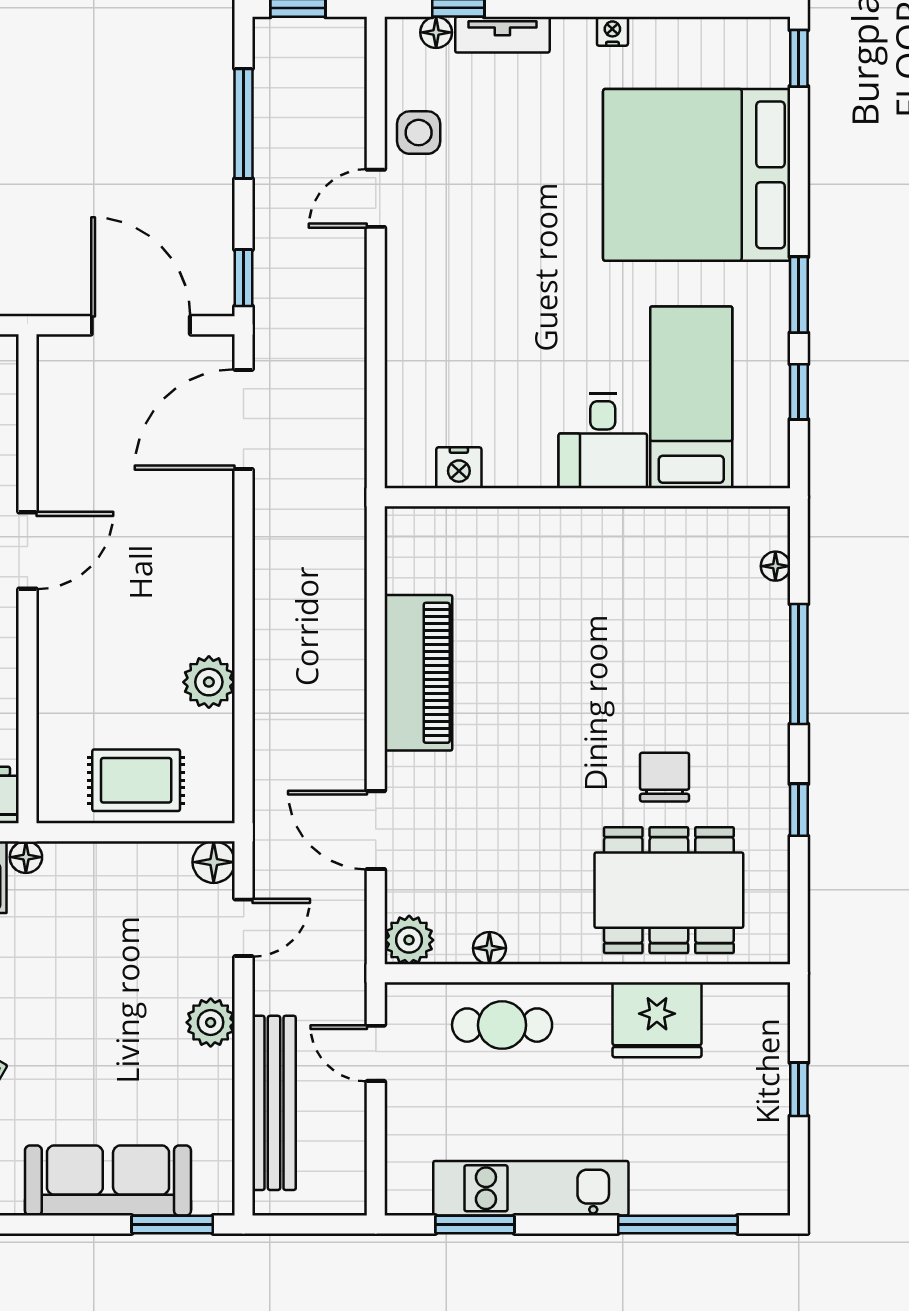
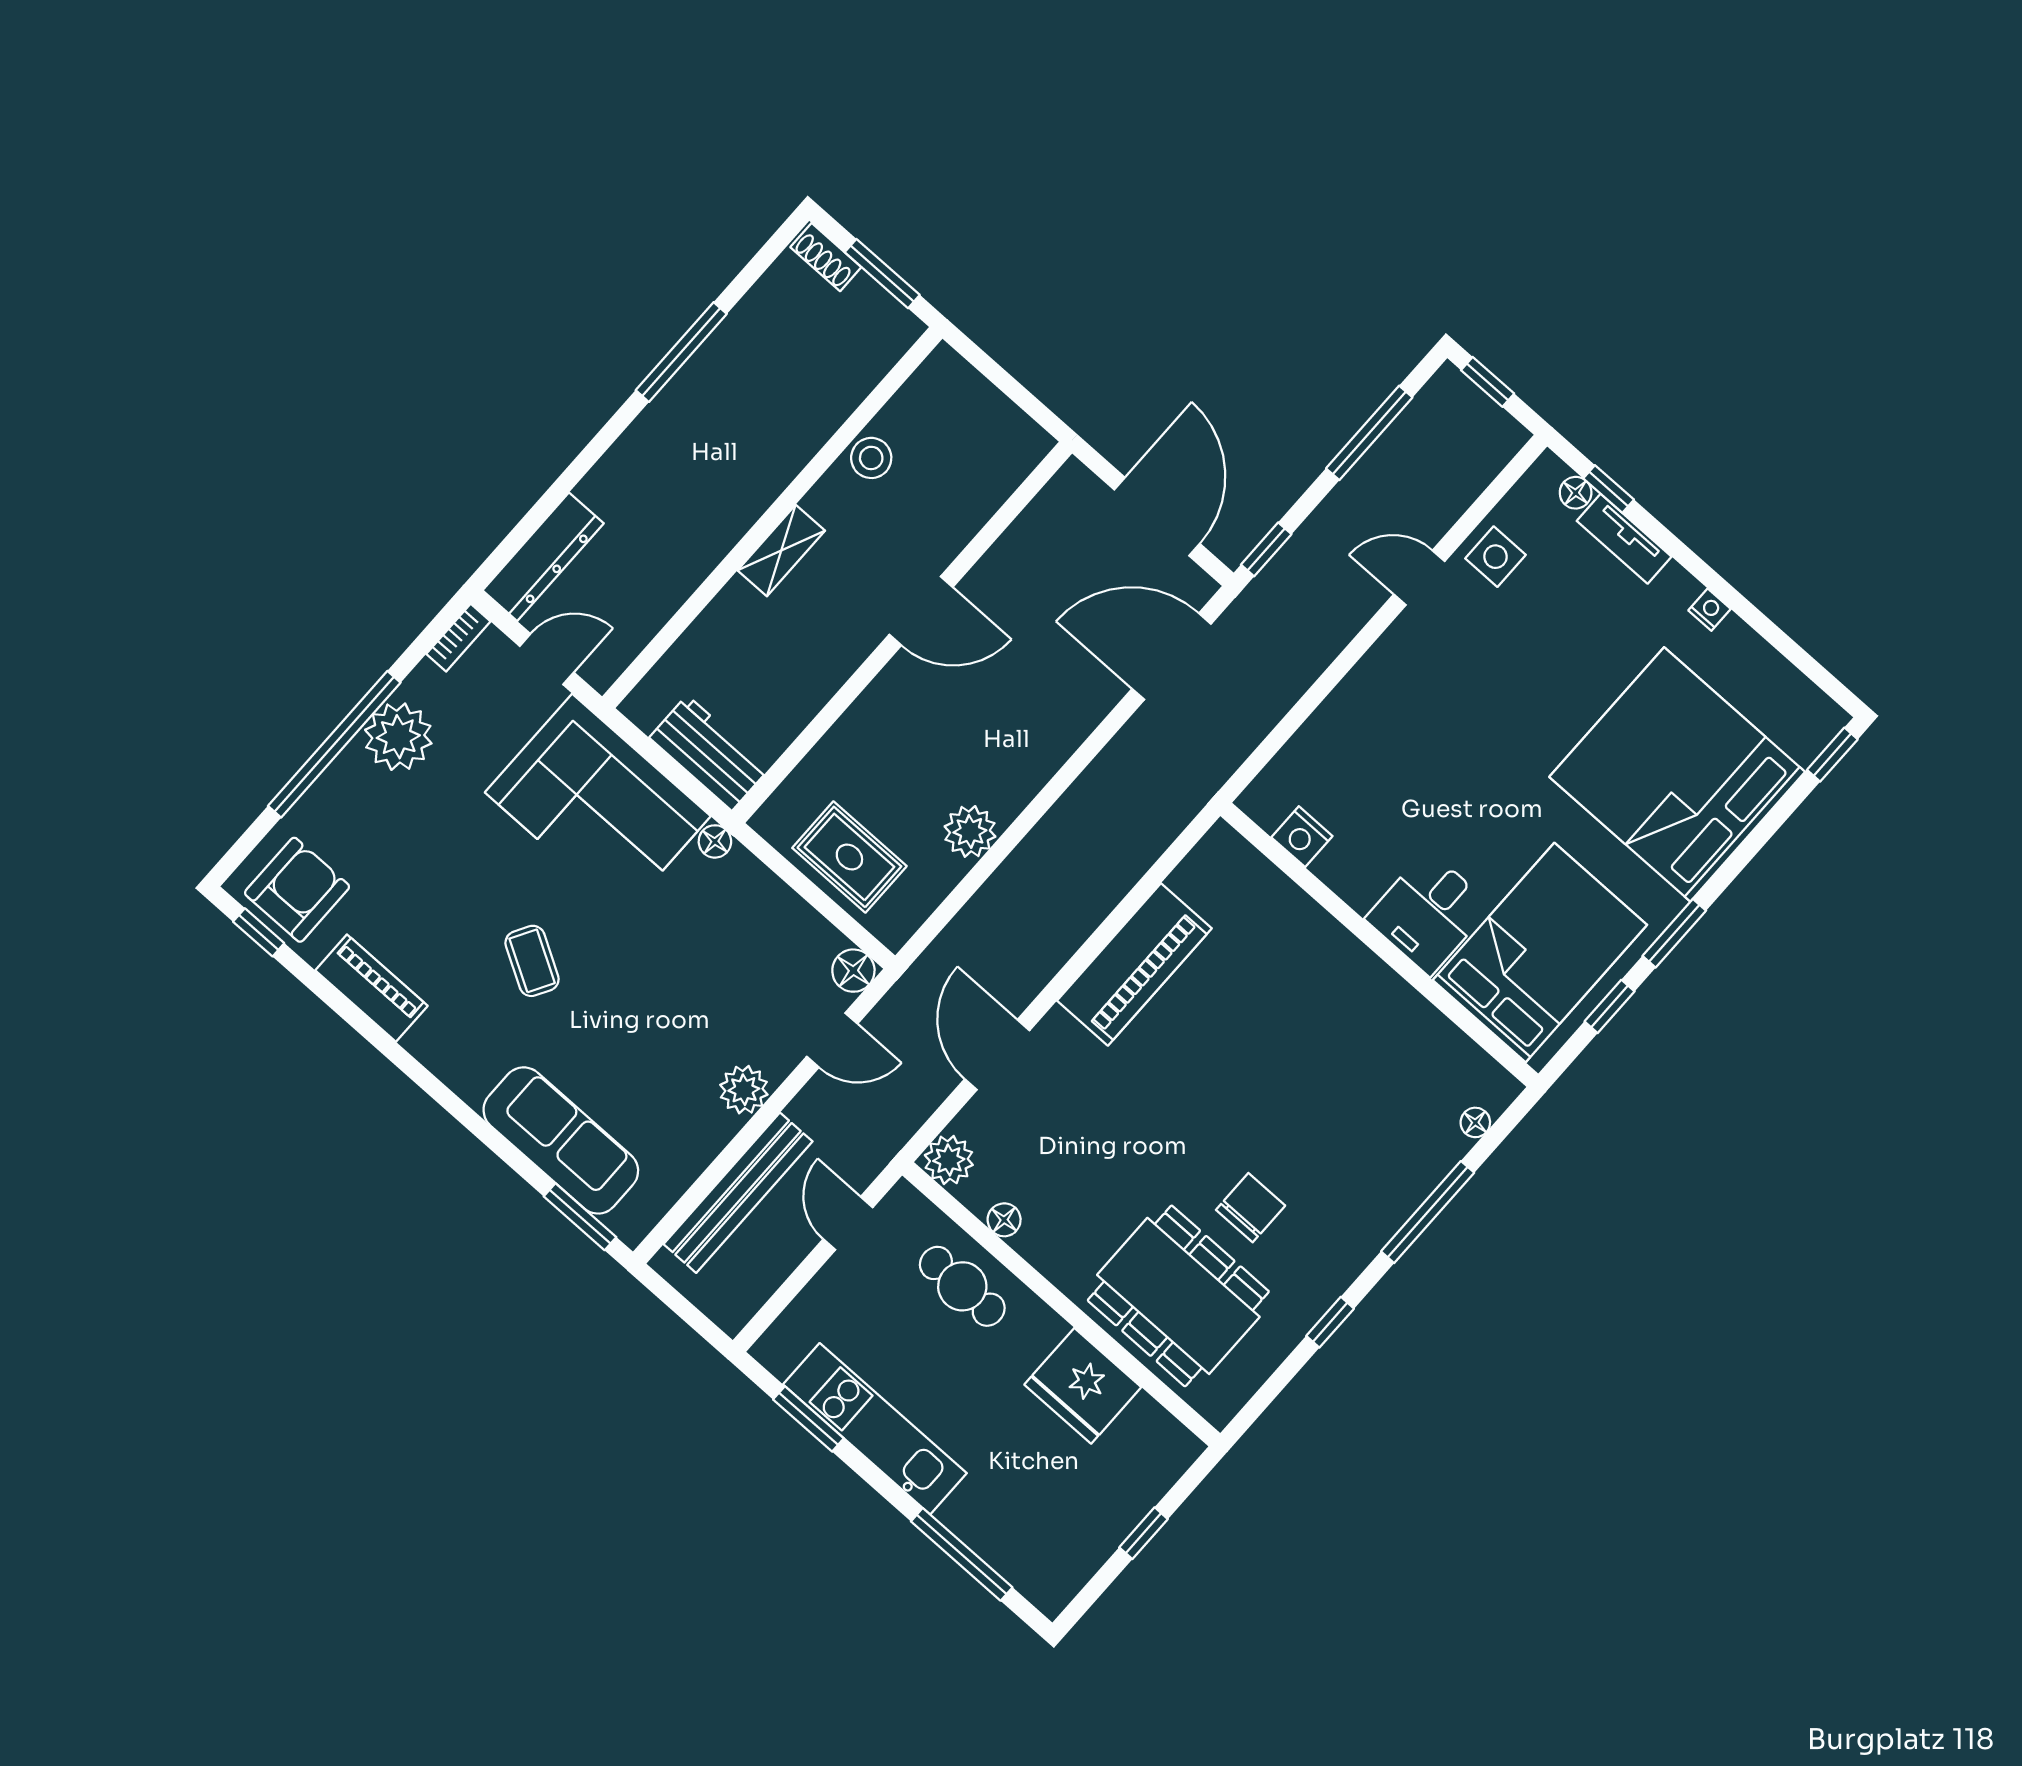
bed: (691, 397) -> (1540, 952), width x1.50

